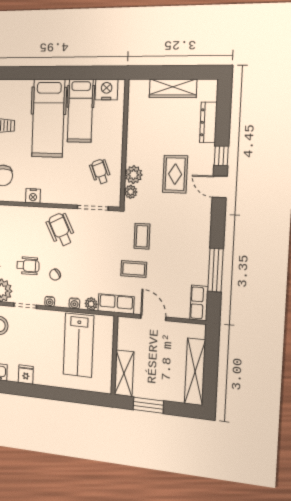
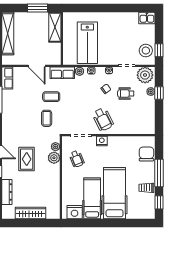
nightstand: (33, 196) -> (102, 141), moved
lab bench: (79, 345) -> (87, 43), turned 180
fridge: (26, 375) -> (125, 18), removed

